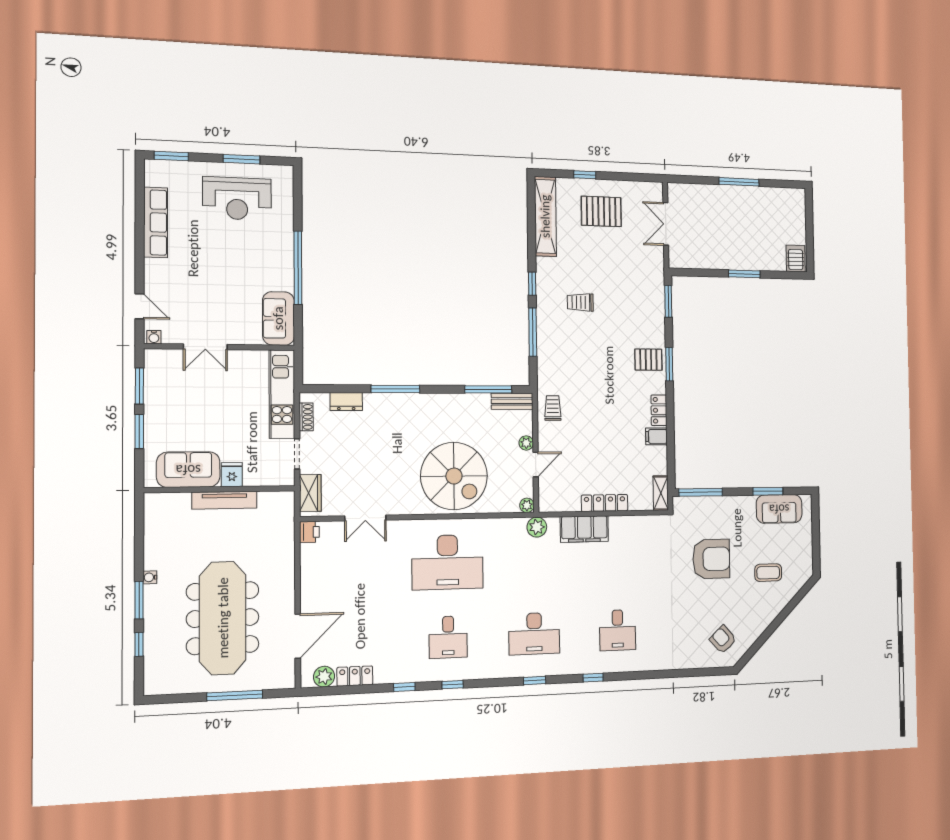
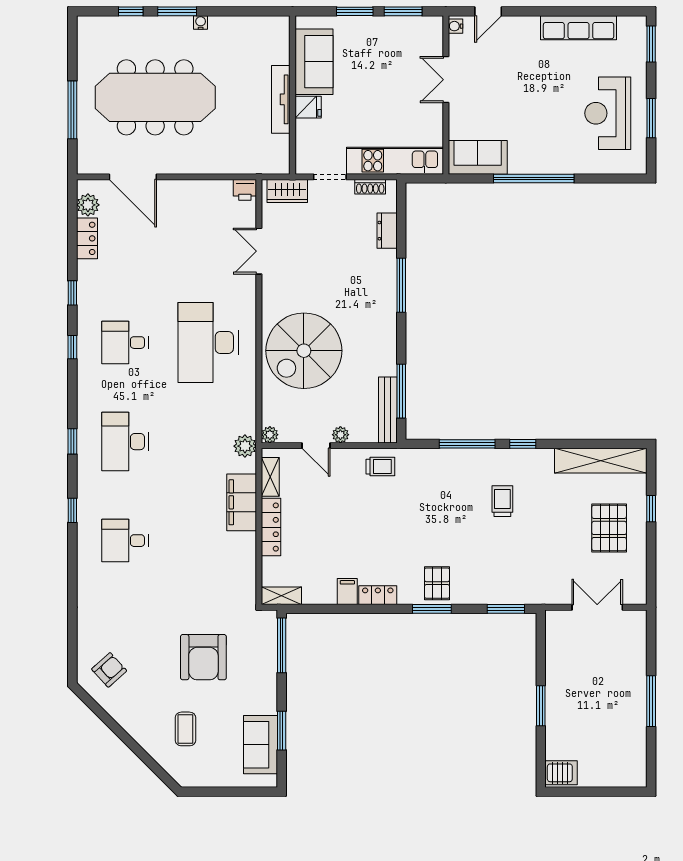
bench: (512, 401) -> (388, 410), width x1.36
shelving: (563, 504) -> (270, 477), added

